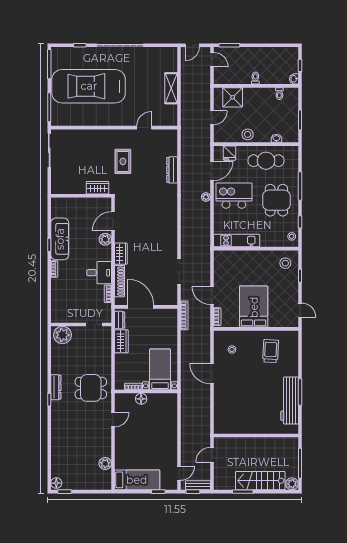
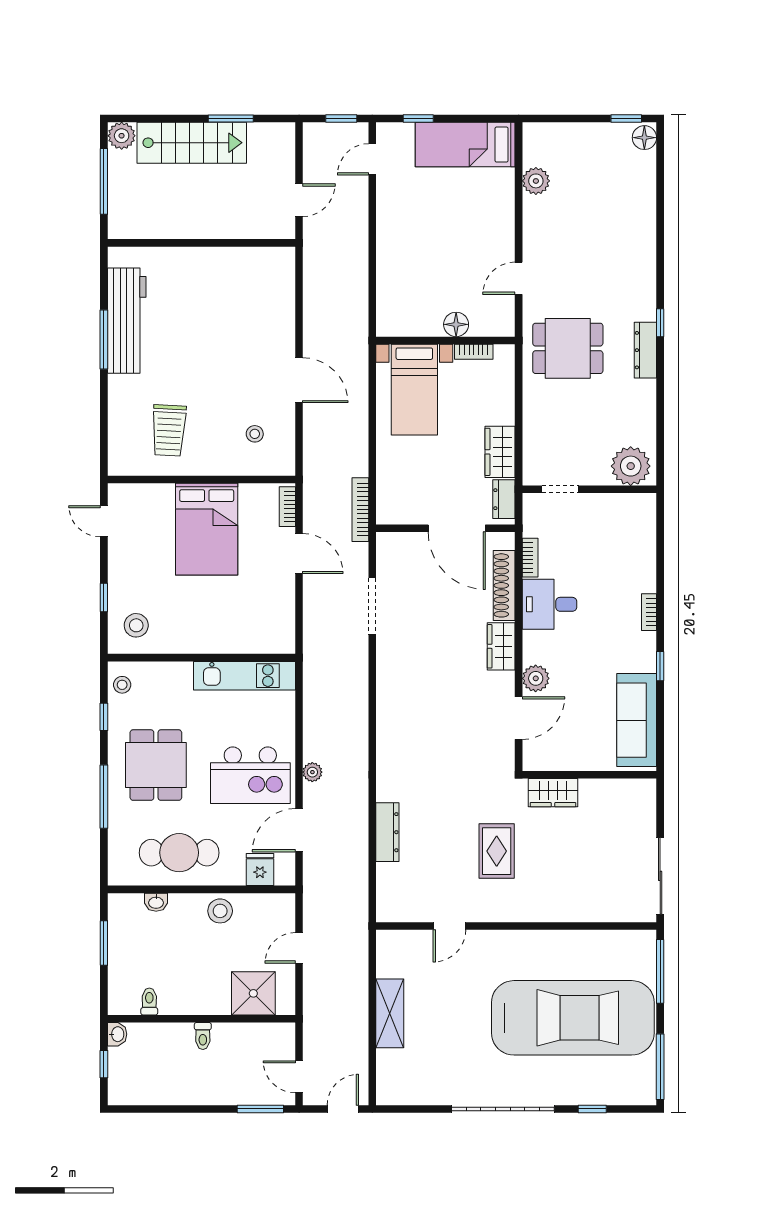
sofa: (60, 239) -> (637, 720), moved
bench: (198, 485) -> (330, 133), removed

